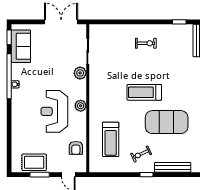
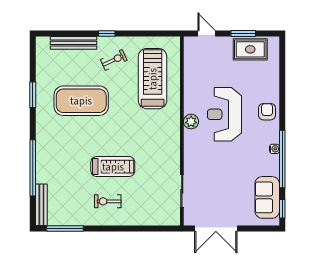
window: (179, 22) -> (65, 228), width x2.17
plant: (80, 73) -> (192, 163), removed
treadmill: (144, 92) -> (113, 167), moved
reception desk: (54, 111) -> (224, 114), turned 180
treadmill: (111, 139) -> (153, 79), width x1.37, depth x1.38
armchair: (76, 148) -> (267, 112), moved

